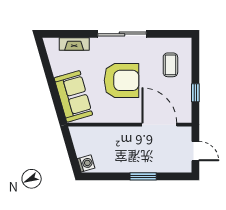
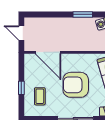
window: (195, 93) -> (21, 88), moved
window: (143, 176) -> (83, 14), moved

